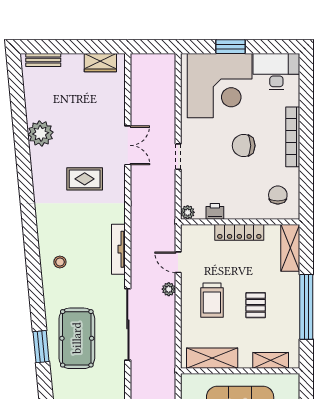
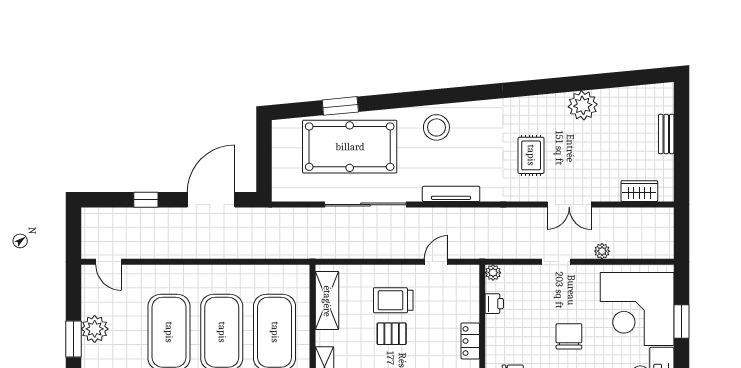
bench: (43, 60) -> (666, 134), moved
wardrobe: (100, 63) -> (639, 191), moved, turned 90
locker: (239, 232) -> (470, 341), width x0.66
stool: (60, 262) -> (436, 127), width x1.89, depth x1.89
plant: (169, 289) -> (602, 251), moved
pallet: (256, 305) -> (392, 334), moved
pool table: (77, 338) -> (350, 147), width x1.36, depth x1.32

